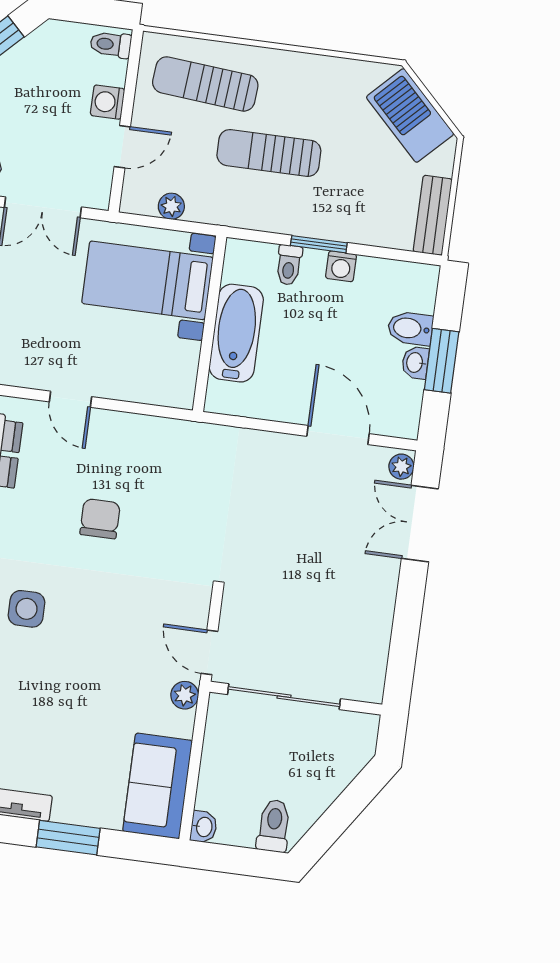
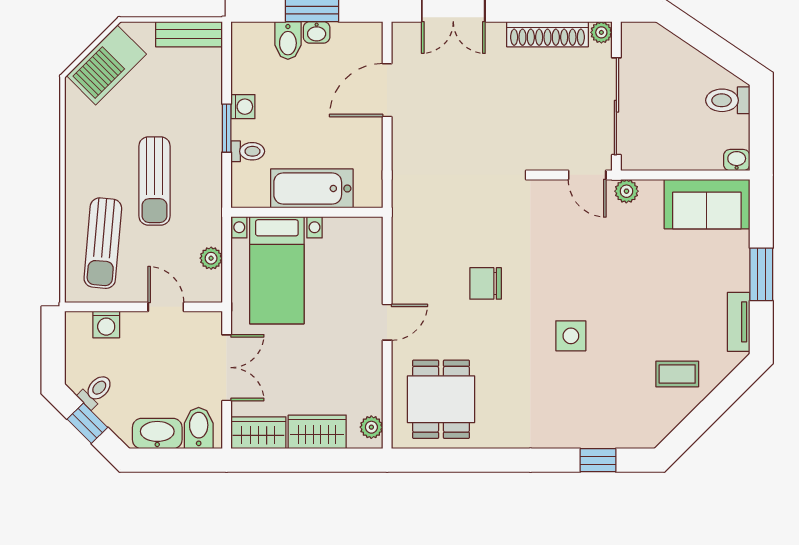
toilet: (111, 44) -> (96, 391), moved, turned -135
washing machine: (108, 102) -> (106, 324), moved
plant: (401, 467) -> (601, 32), moved
shoe rack: (378, 628) -> (547, 34), added
door: (209, 652) -> (587, 175), hinge flipped

